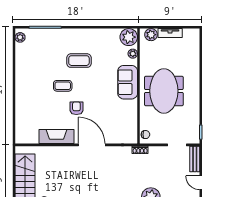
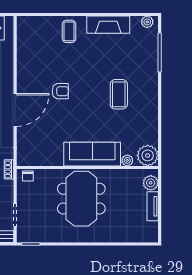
sofa: (128, 82) -> (92, 154), width x1.36
coffee table: (63, 86) -> (69, 31), moved
meeting table: (164, 91) -> (81, 199), turned 90
fireplace: (56, 137) -> (108, 25), moved, turned 90

